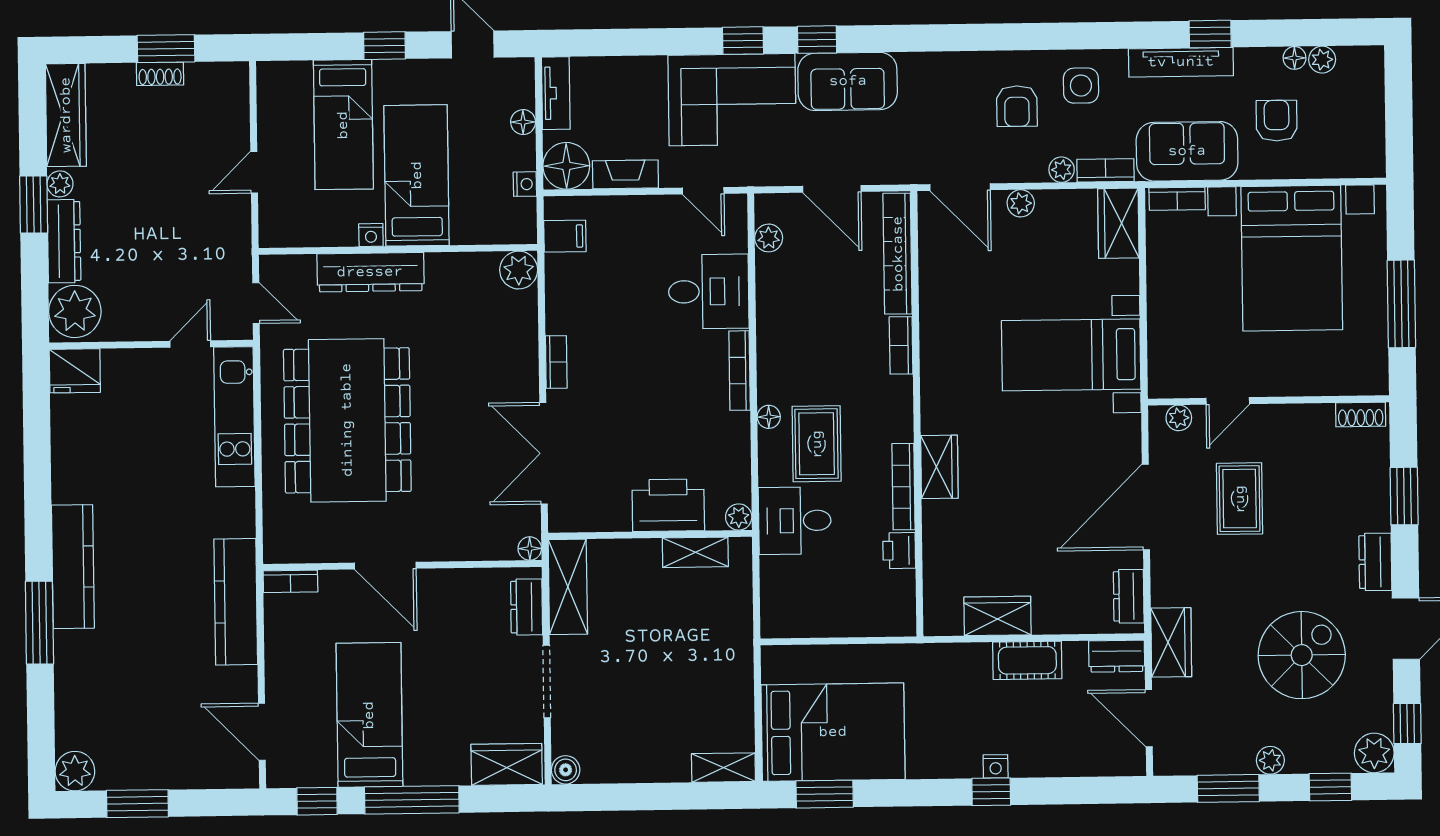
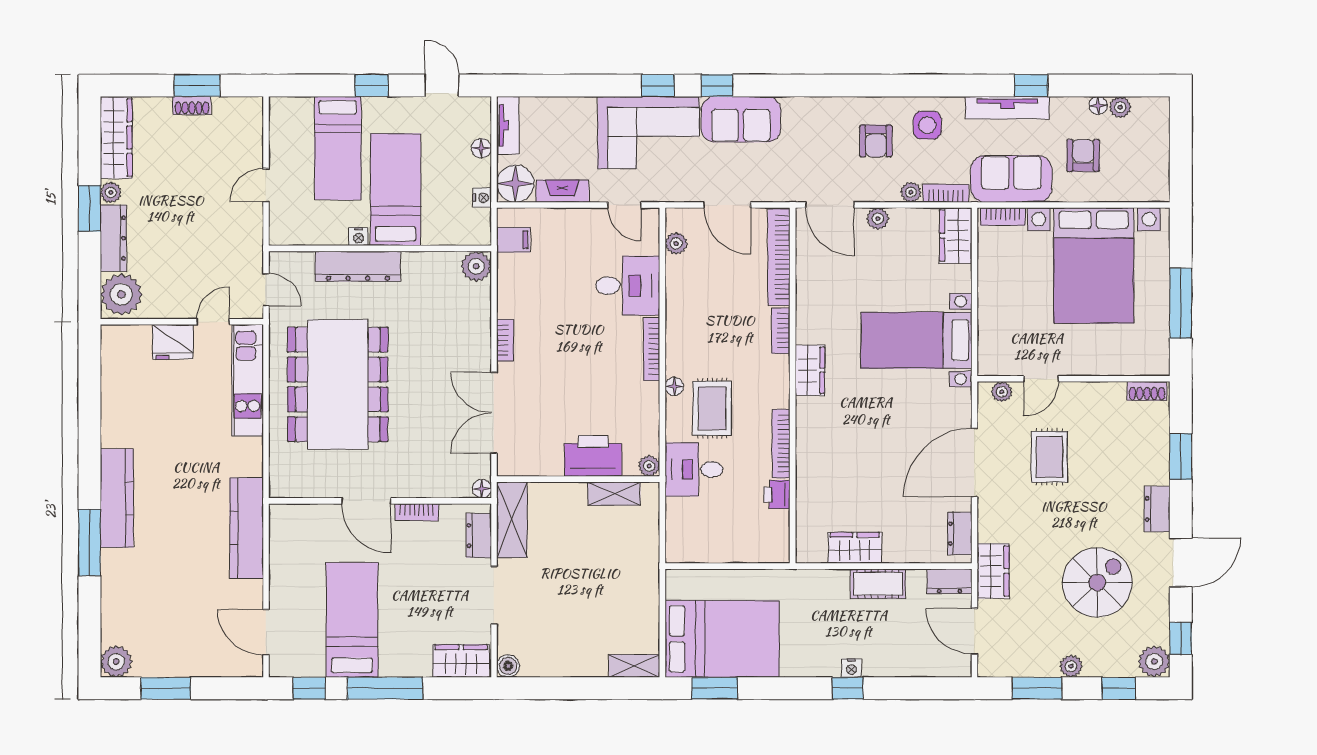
fridge: (75, 371) -> (173, 342), moved
wardrobe: (939, 467) -> (810, 370), moved
bookcase: (290, 581) -> (417, 512), moved

